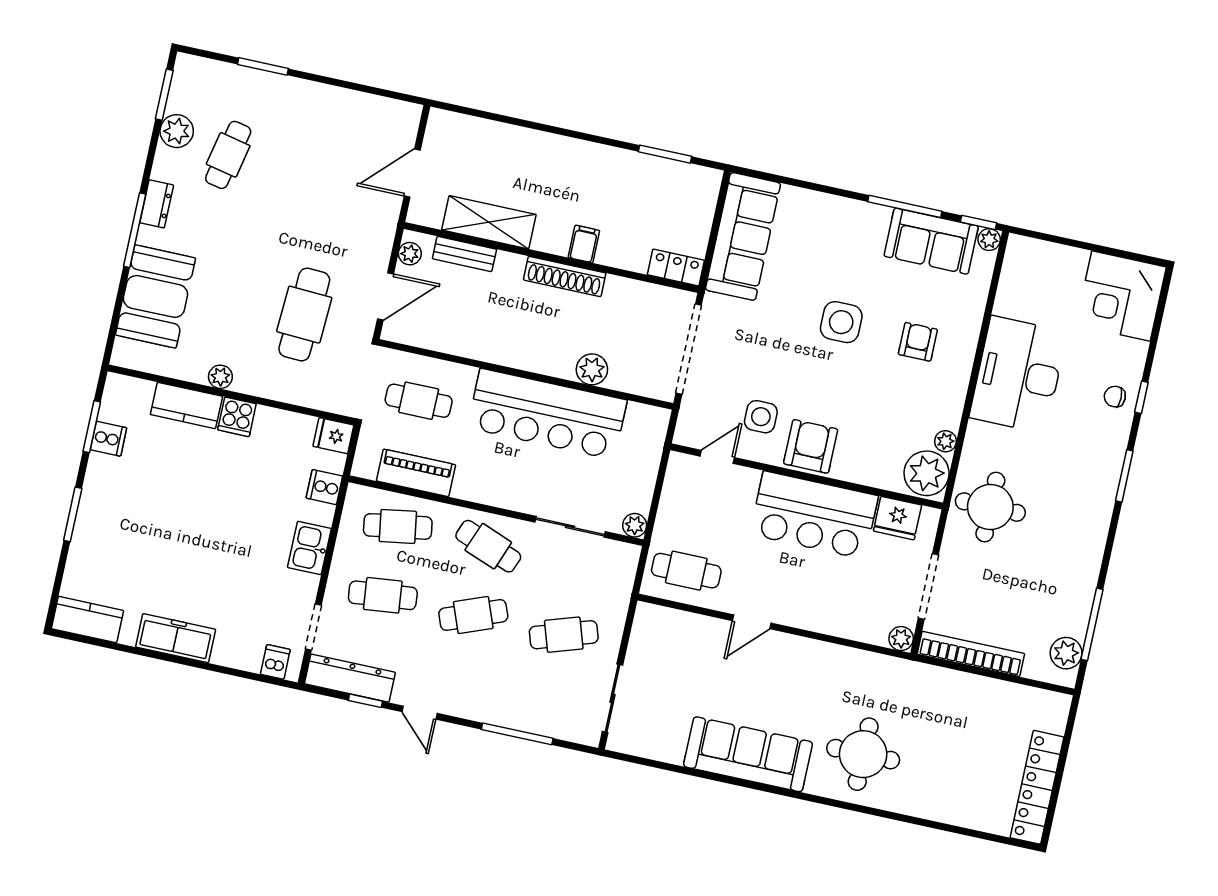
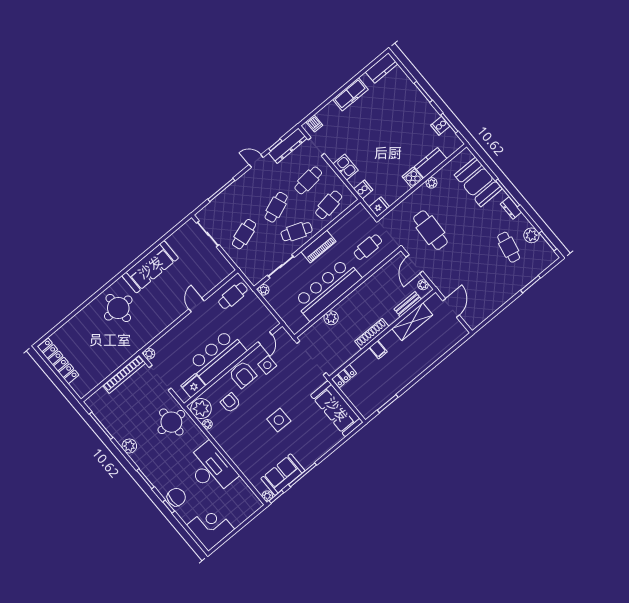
armchair: (918, 342) -> (230, 403), moved, turned 180
chair: (1115, 397) -> (176, 497), width x1.87, depth x1.87
piano: (416, 473) -> (318, 247), moved
plant: (1066, 653) -> (129, 446), moved

